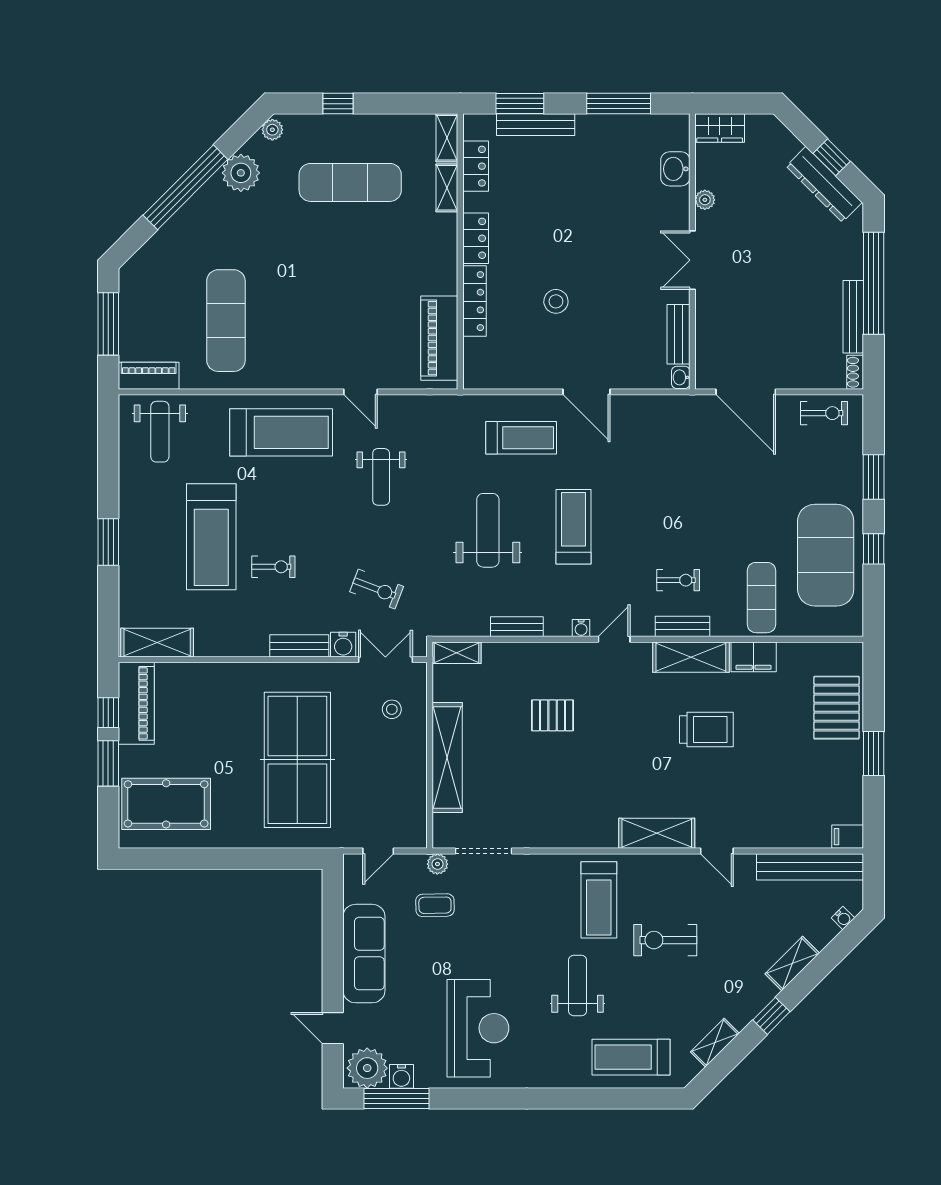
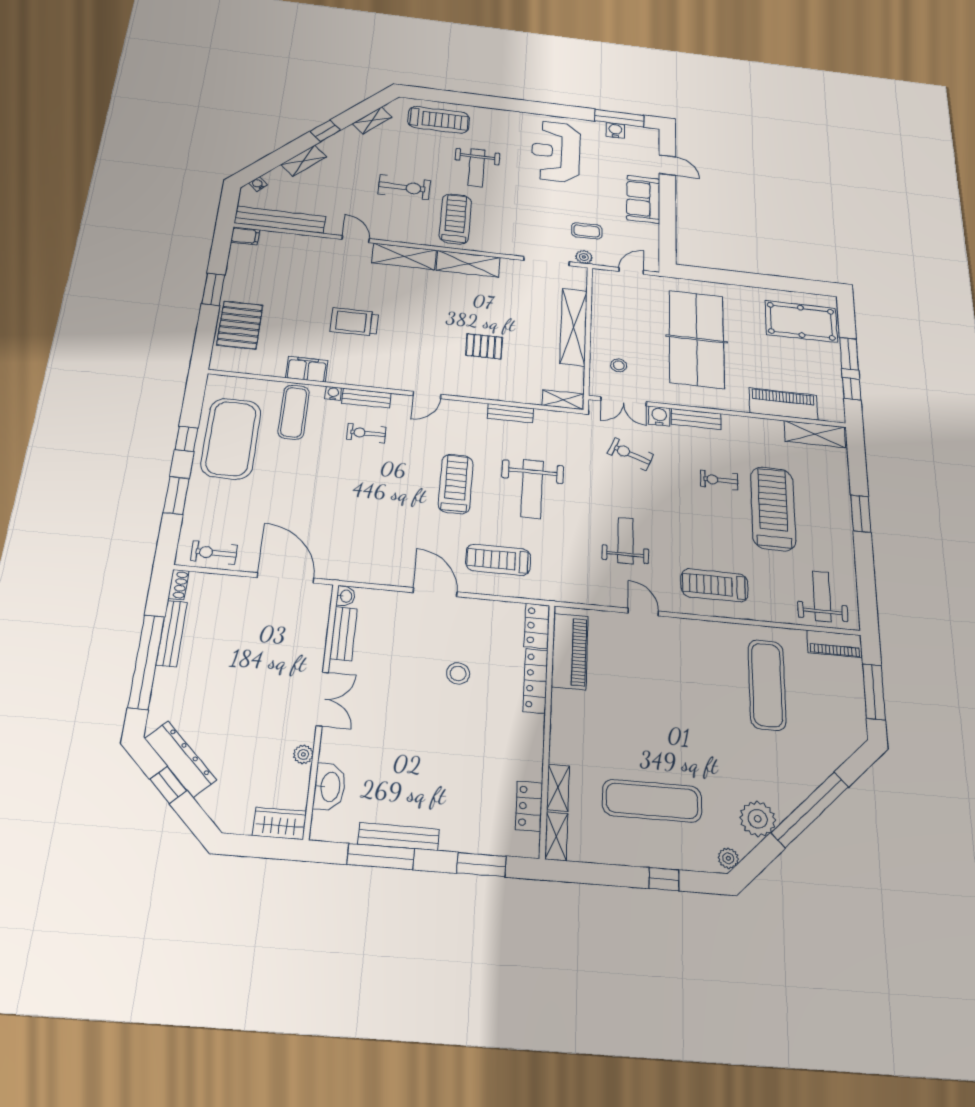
bench: (536, 125) -> (399, 837), moved
washbasin: (675, 169) -> (330, 787), width x1.38
locker: (476, 238) -> (537, 626), moved
treadmill: (281, 432) -> (715, 585), width x0.73, depth x0.73
treadmill: (573, 527) -> (456, 484), turned 180
water cooler: (581, 628) -> (333, 393), moved
shelving: (691, 657) -> (468, 264), moved
piano: (136, 703) -> (783, 404), moved, turned 90
sofa: (364, 954) -> (643, 199), width x0.73
plant: (367, 1068) -> (641, 138), removed

